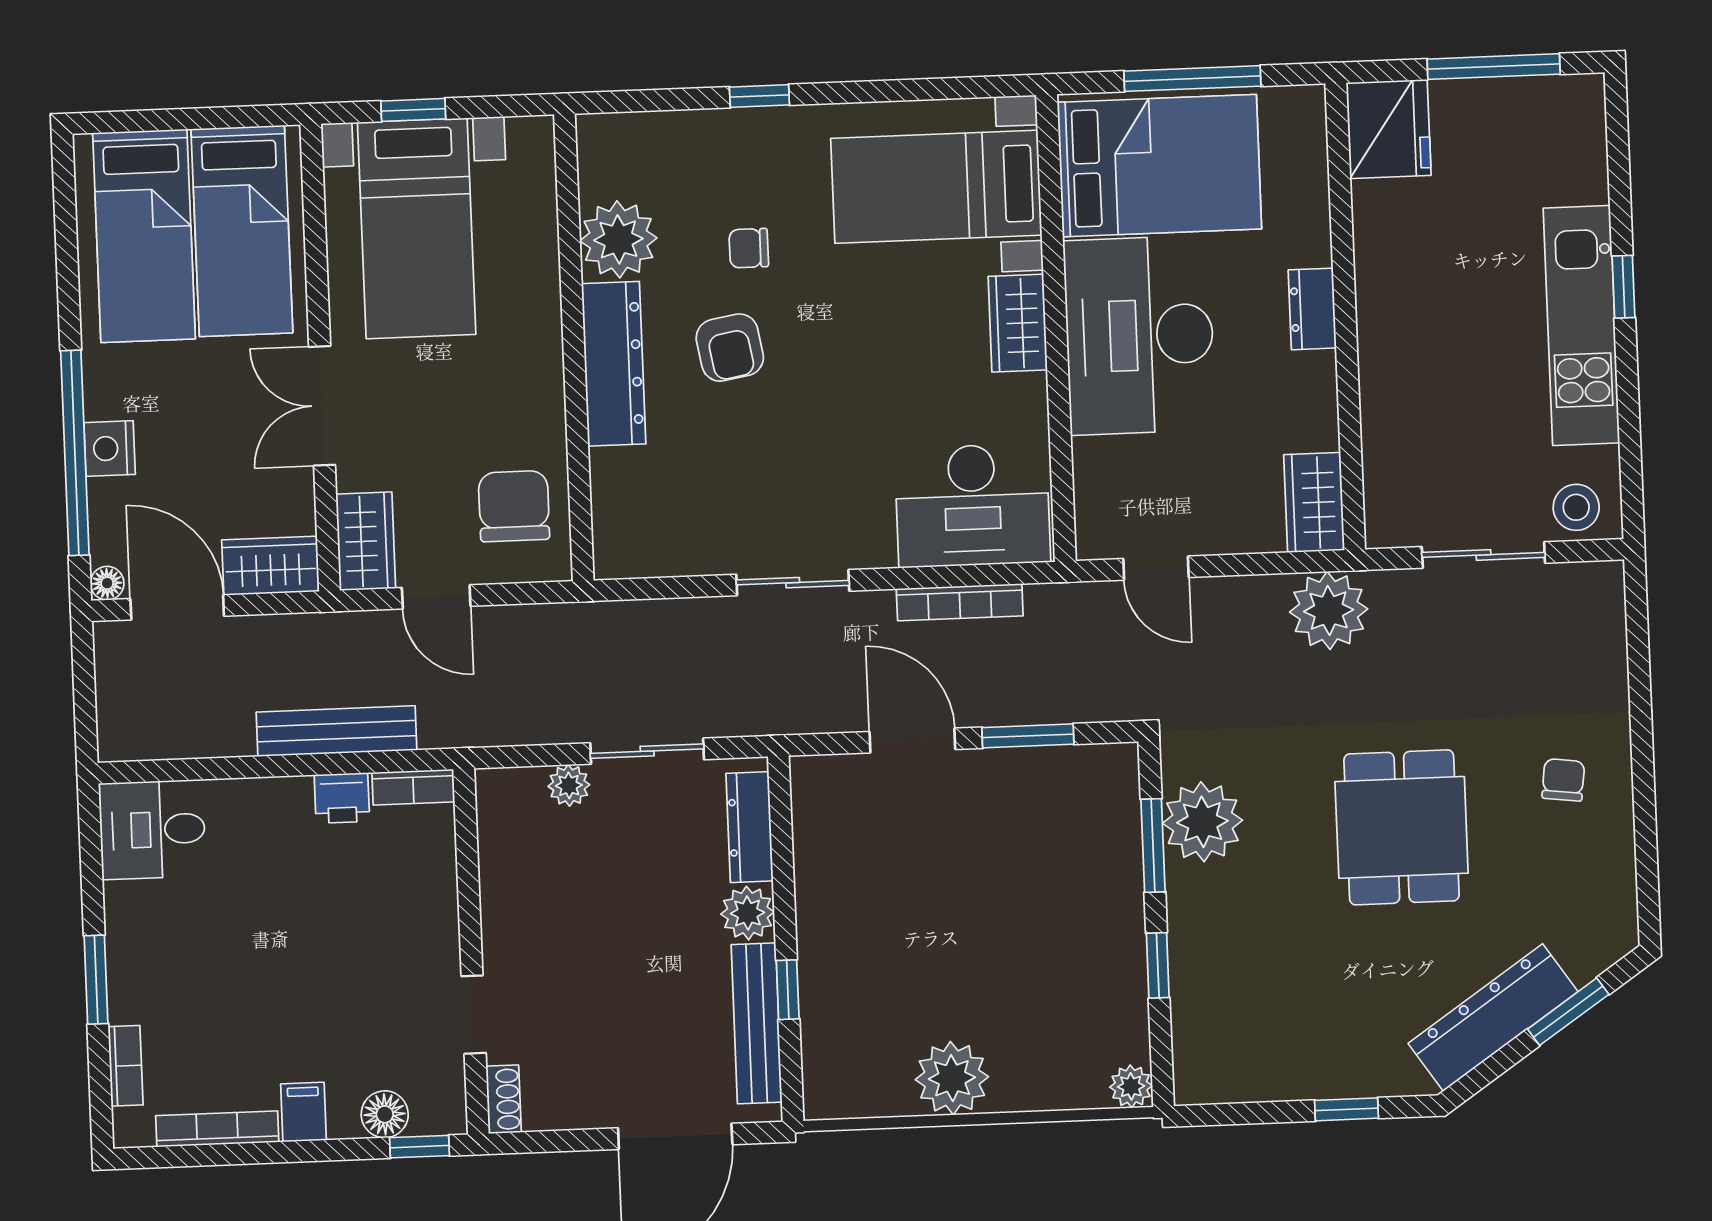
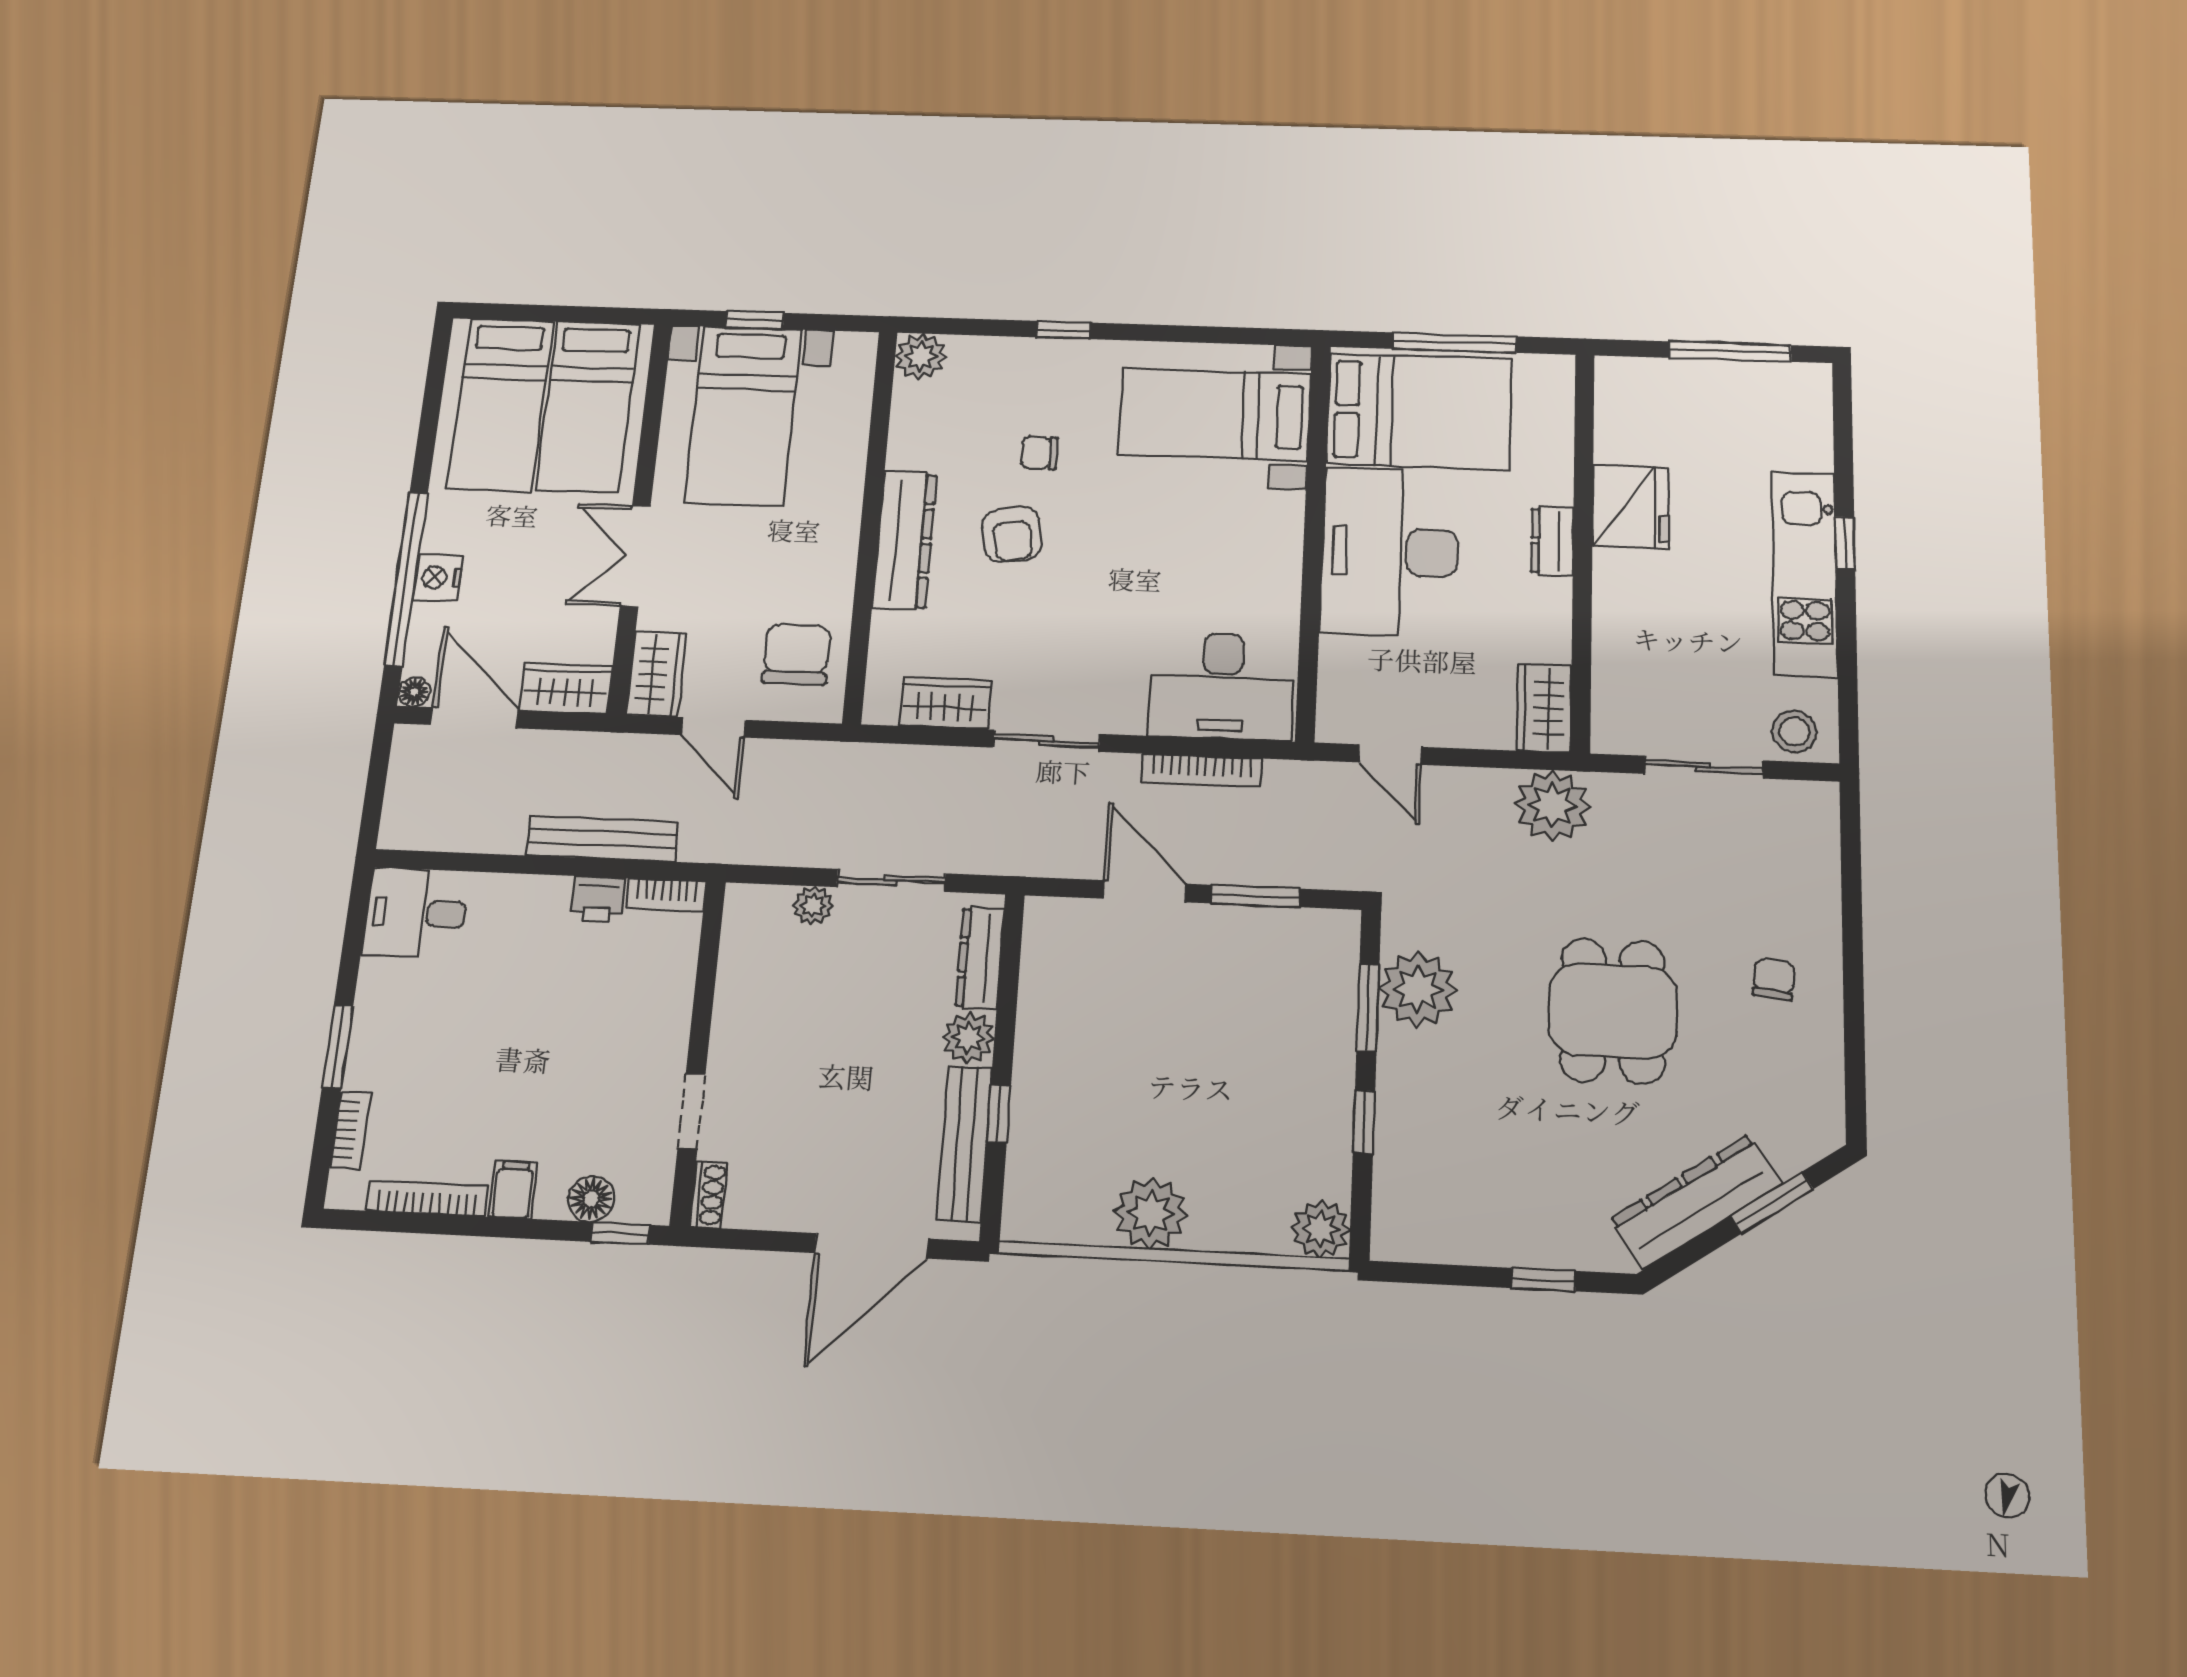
fridge: (1389, 129) -> (1631, 507), moved
plant: (618, 239) -> (920, 356), moved, width x0.73, depth x0.73
wardrobe: (1018, 323) -> (945, 703), moved, turned 90
plant: (1131, 1086) -> (1321, 1229), width x1.38, depth x1.38

